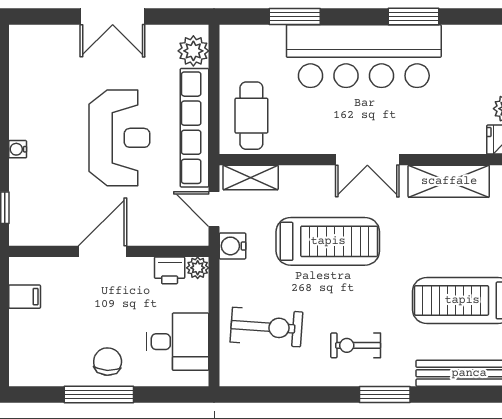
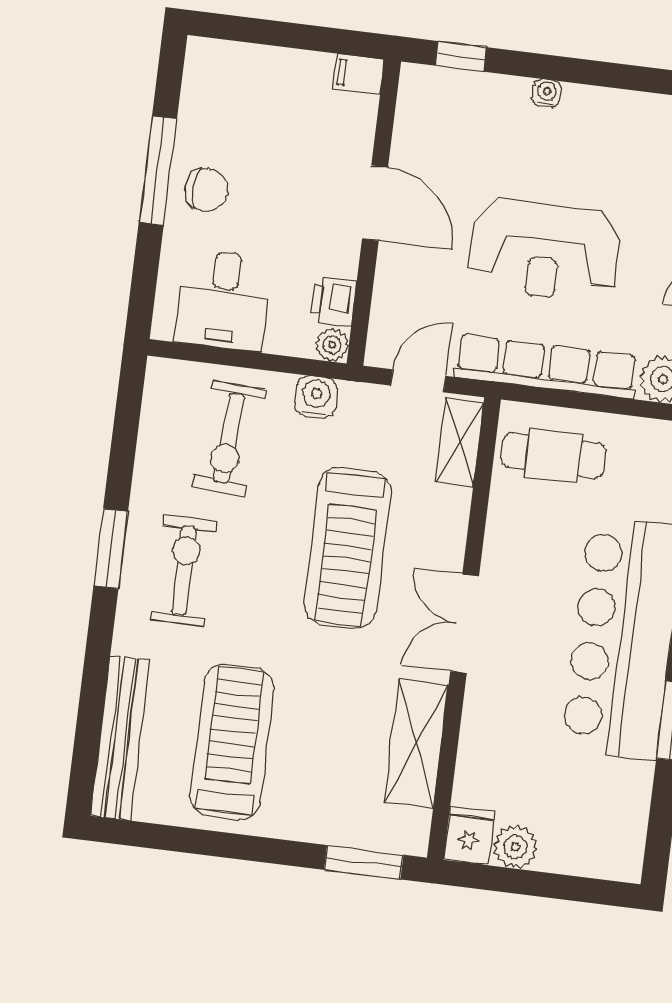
water cooler: (232, 246) -> (316, 397), moved
filing cabinet: (25, 297) -> (358, 74), moved, turned 90
exercise bike: (356, 345) -> (184, 571), width x1.38, depth x1.39
window: (385, 394) -> (111, 549), moved

